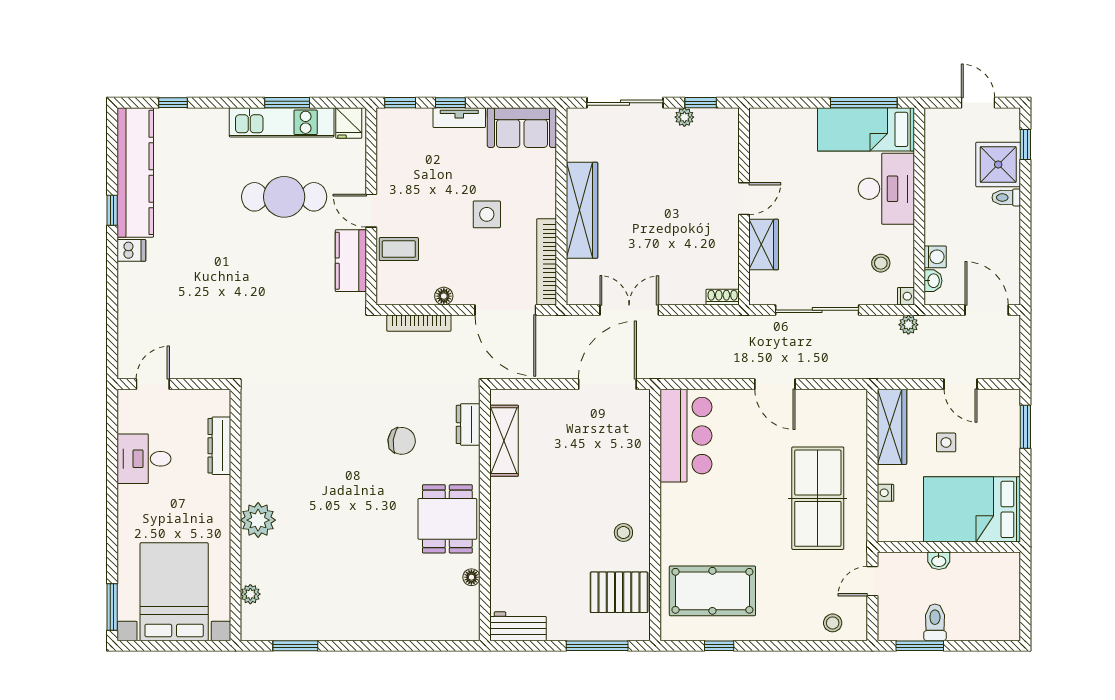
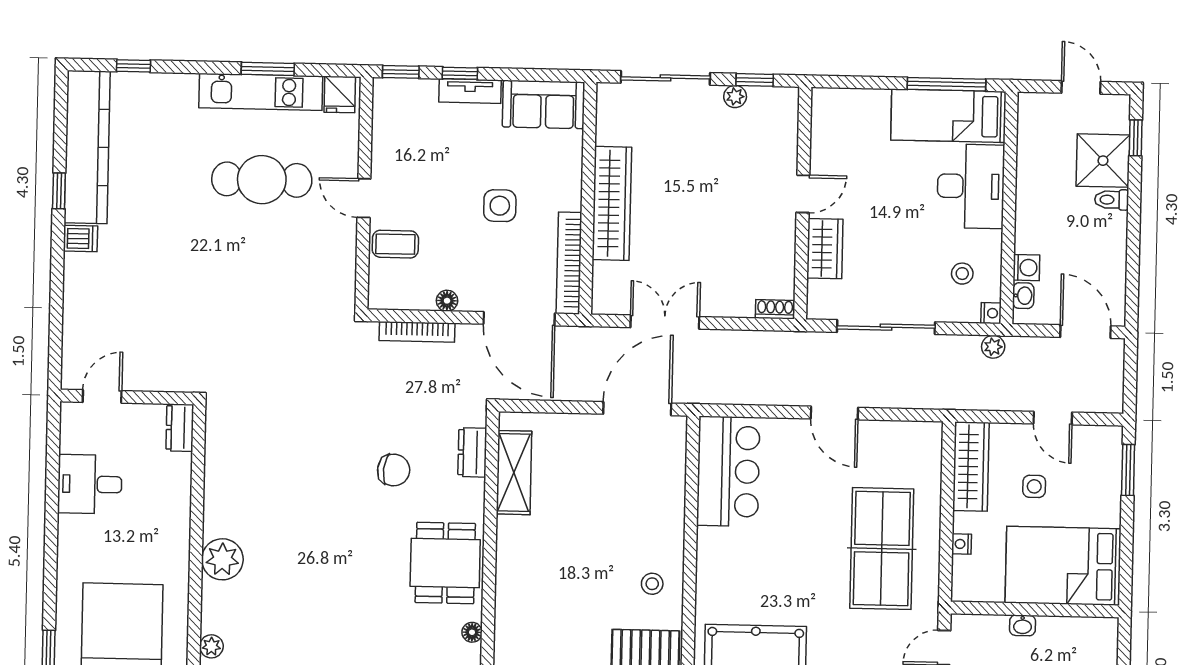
kitchen counter: (351, 261) -> (339, 257), removed
dresser: (219, 446) -> (180, 428), moved, width x0.70

